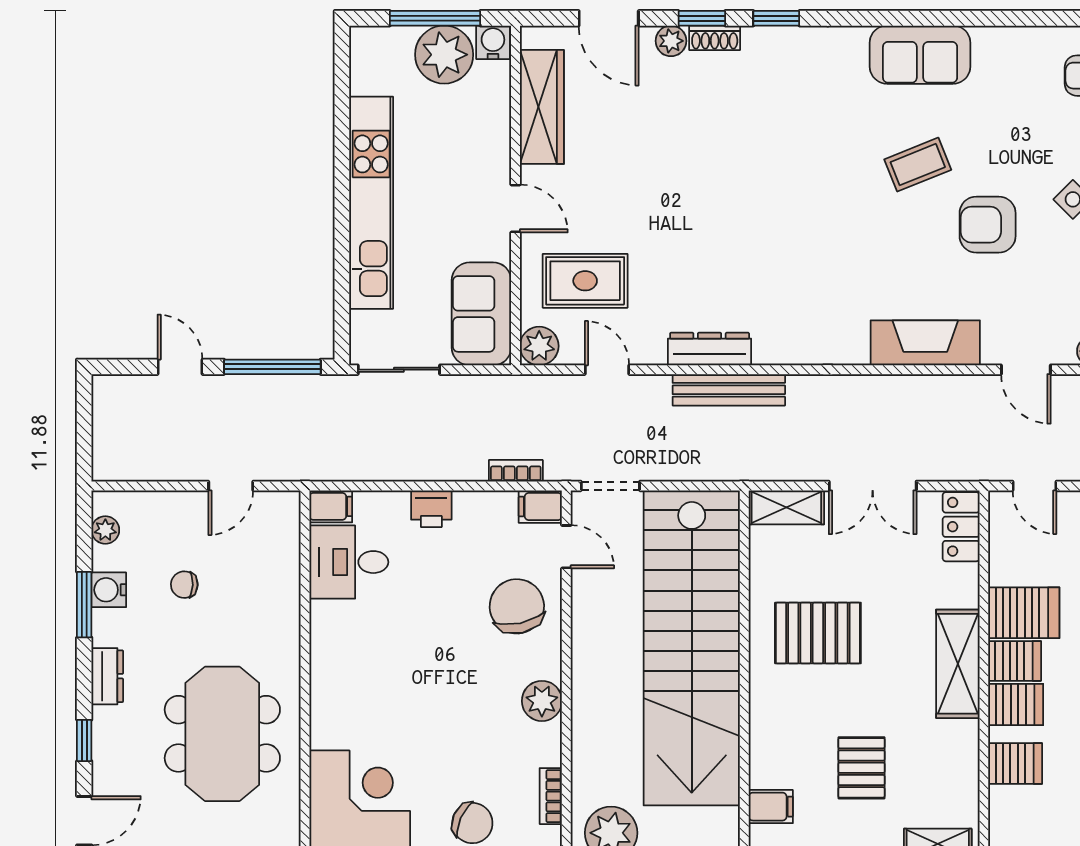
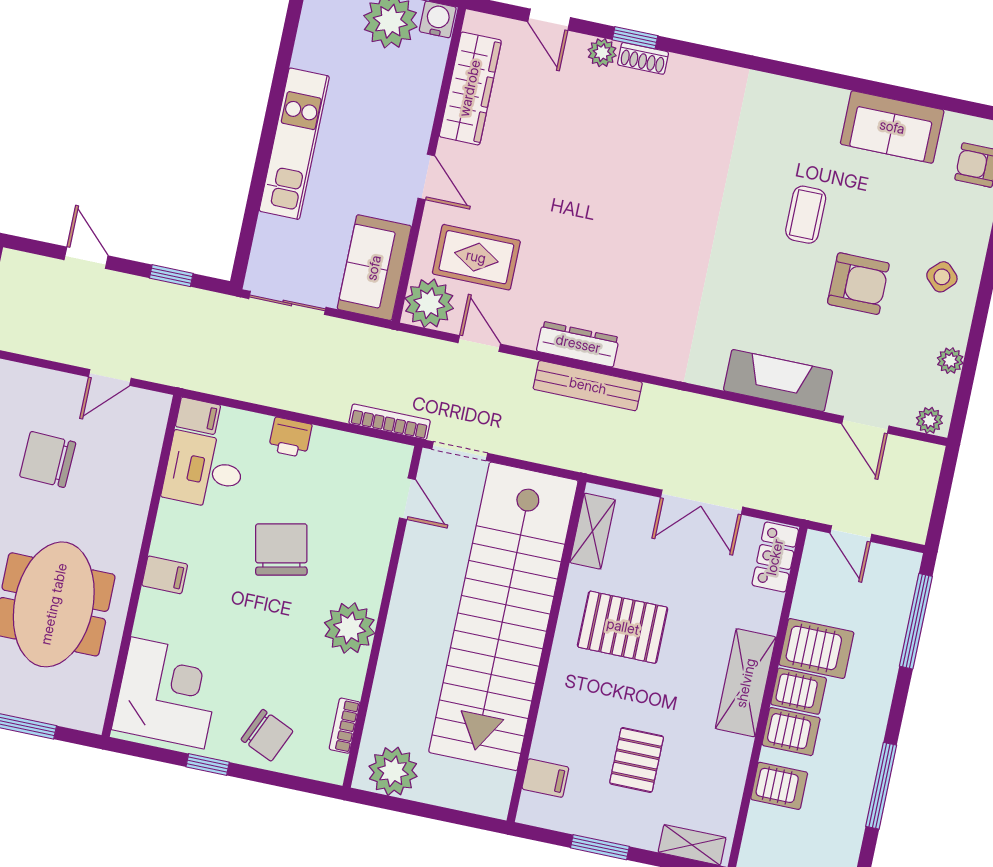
door: (609, 18) -> (549, 20), width x0.73
window: (776, 18) -> (704, 52), removed
sofa: (920, 55) -> (892, 127), moved
coffee table: (918, 165) -> (806, 215), turned -68
kitchen unit: (371, 203) -> (294, 144), width x0.73
armchair: (988, 225) -> (858, 284), turned 180
plant: (539, 346) -> (429, 303), width x1.36, depth x1.36
window: (272, 367) -> (171, 276), width x0.46
bookcase: (516, 471) -> (390, 422), width x1.56
filing cabinet: (540, 507) -> (165, 575), moved, turned 180
shelving: (786, 507) -> (592, 531), moved, turned 90
chair: (184, 585) -> (48, 459), width x1.87, depth x1.87
chair: (517, 606) -> (281, 550), moved
plant: (542, 701) -> (350, 628), width x1.36, depth x1.36

